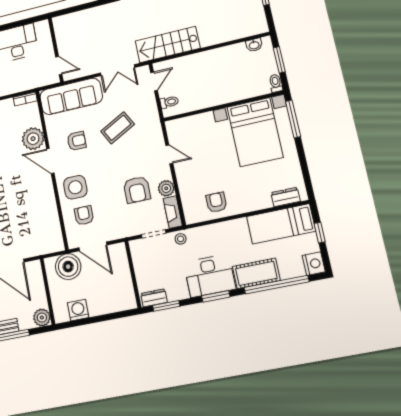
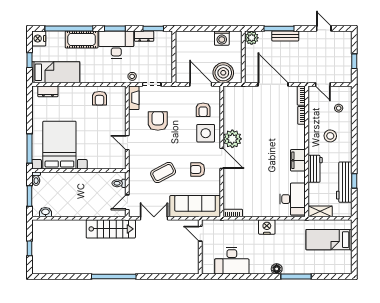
plant: (33, 139) -> (232, 139), moved
plant: (166, 188) -> (135, 117), removed
dresser: (154, 298) -> (144, 36), moved

